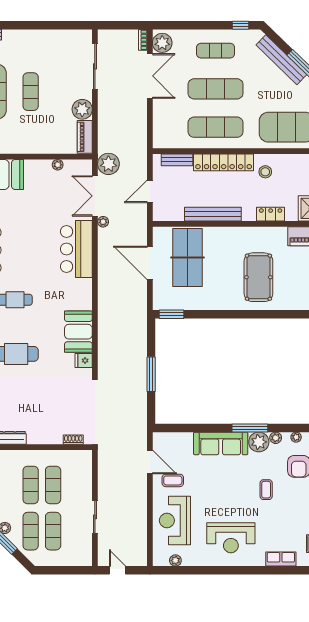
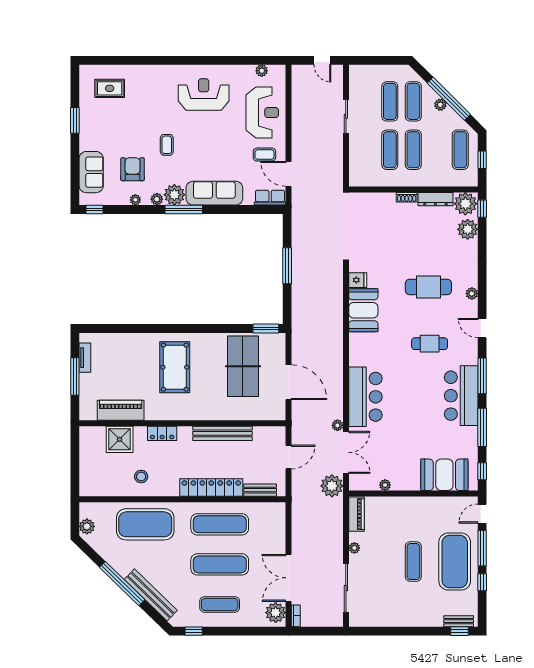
plant: (82, 109) -> (354, 548), width x0.53, depth x0.53
stool: (265, 172) -> (141, 477), moved
table tennis table: (187, 257) -> (243, 366), moved
shoe rack: (73, 440) -> (407, 197), moved
row of seats: (281, 559) -> (270, 198), moved, turned 180

